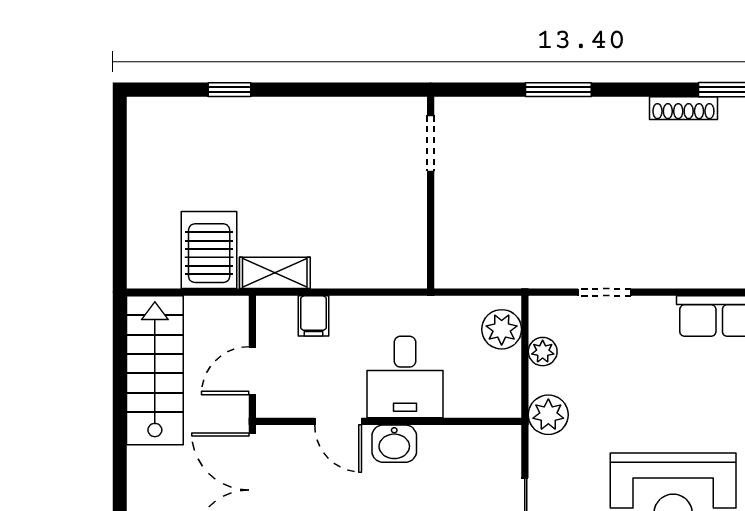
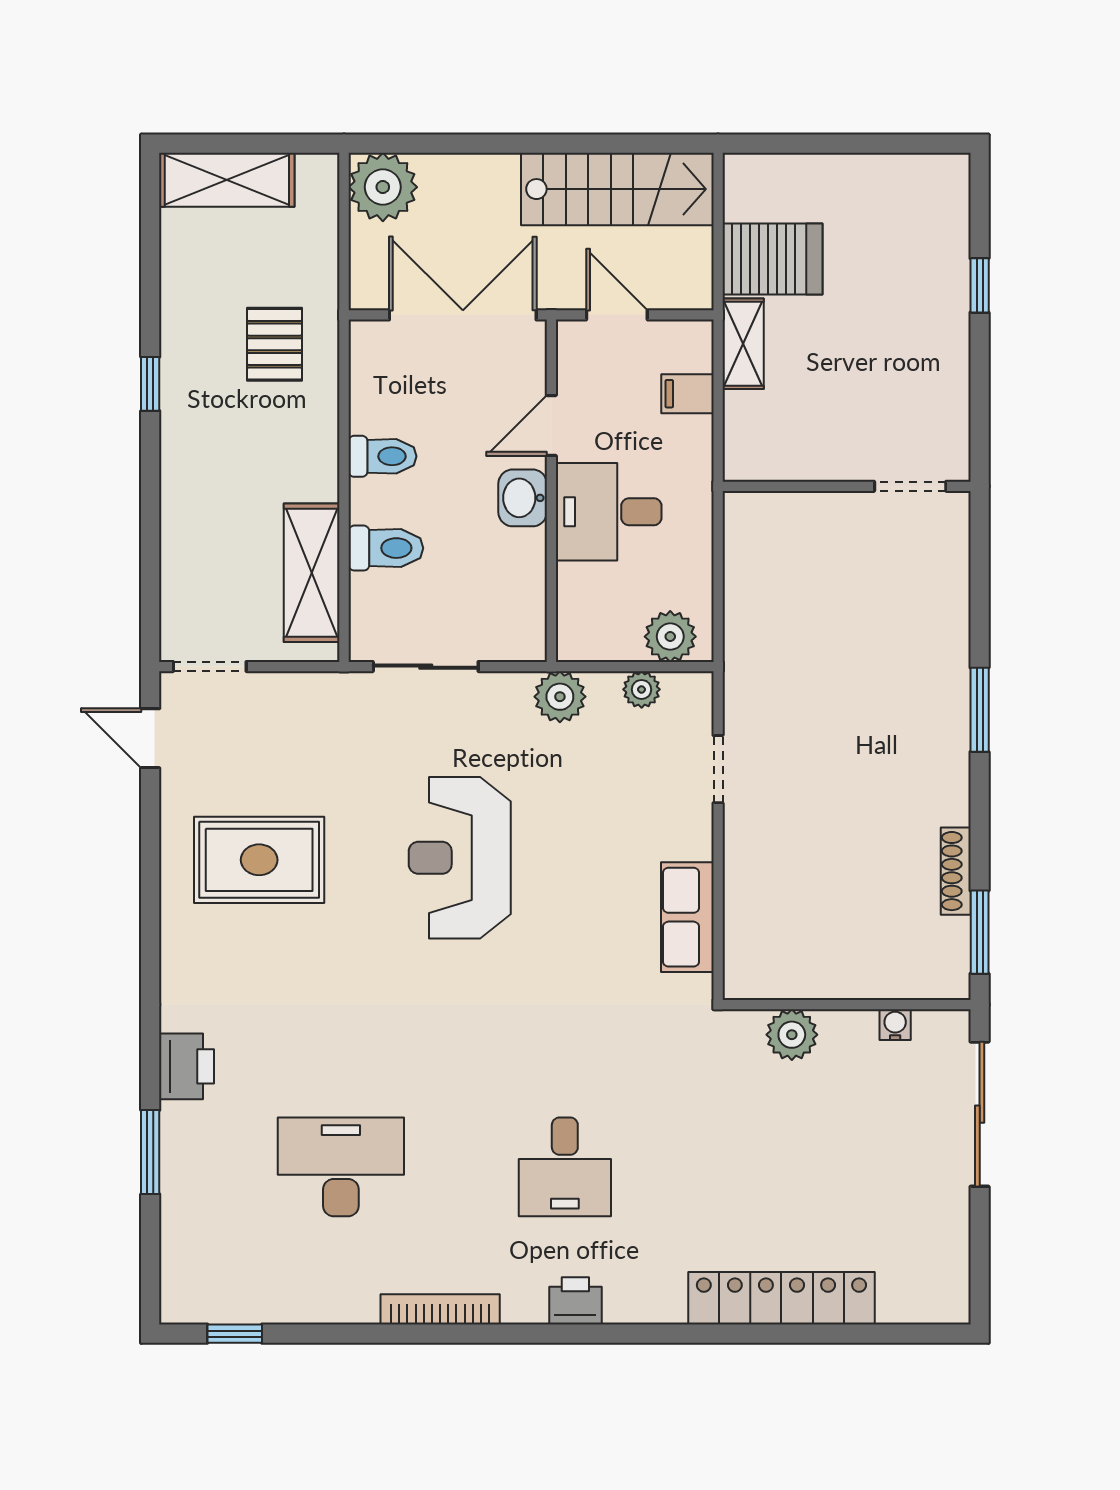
doorway: (431, 143) -> (910, 486), moved
wall: (431, 193) -> (847, 486), moved

